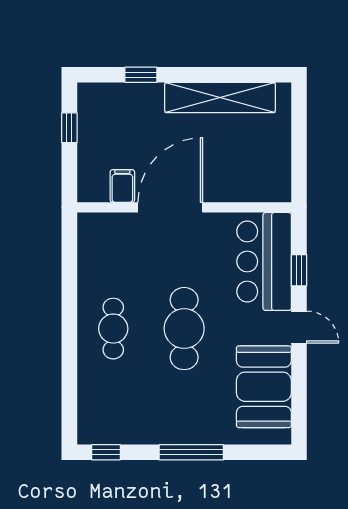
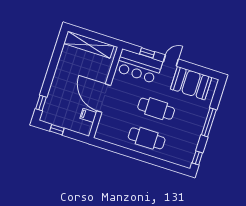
window: (141, 75) -> (41, 103), moved
shelving: (220, 98) -> (89, 45), moved, turned 90
cafe table: (113, 329) -> (147, 138), width x1.37, depth x1.35

